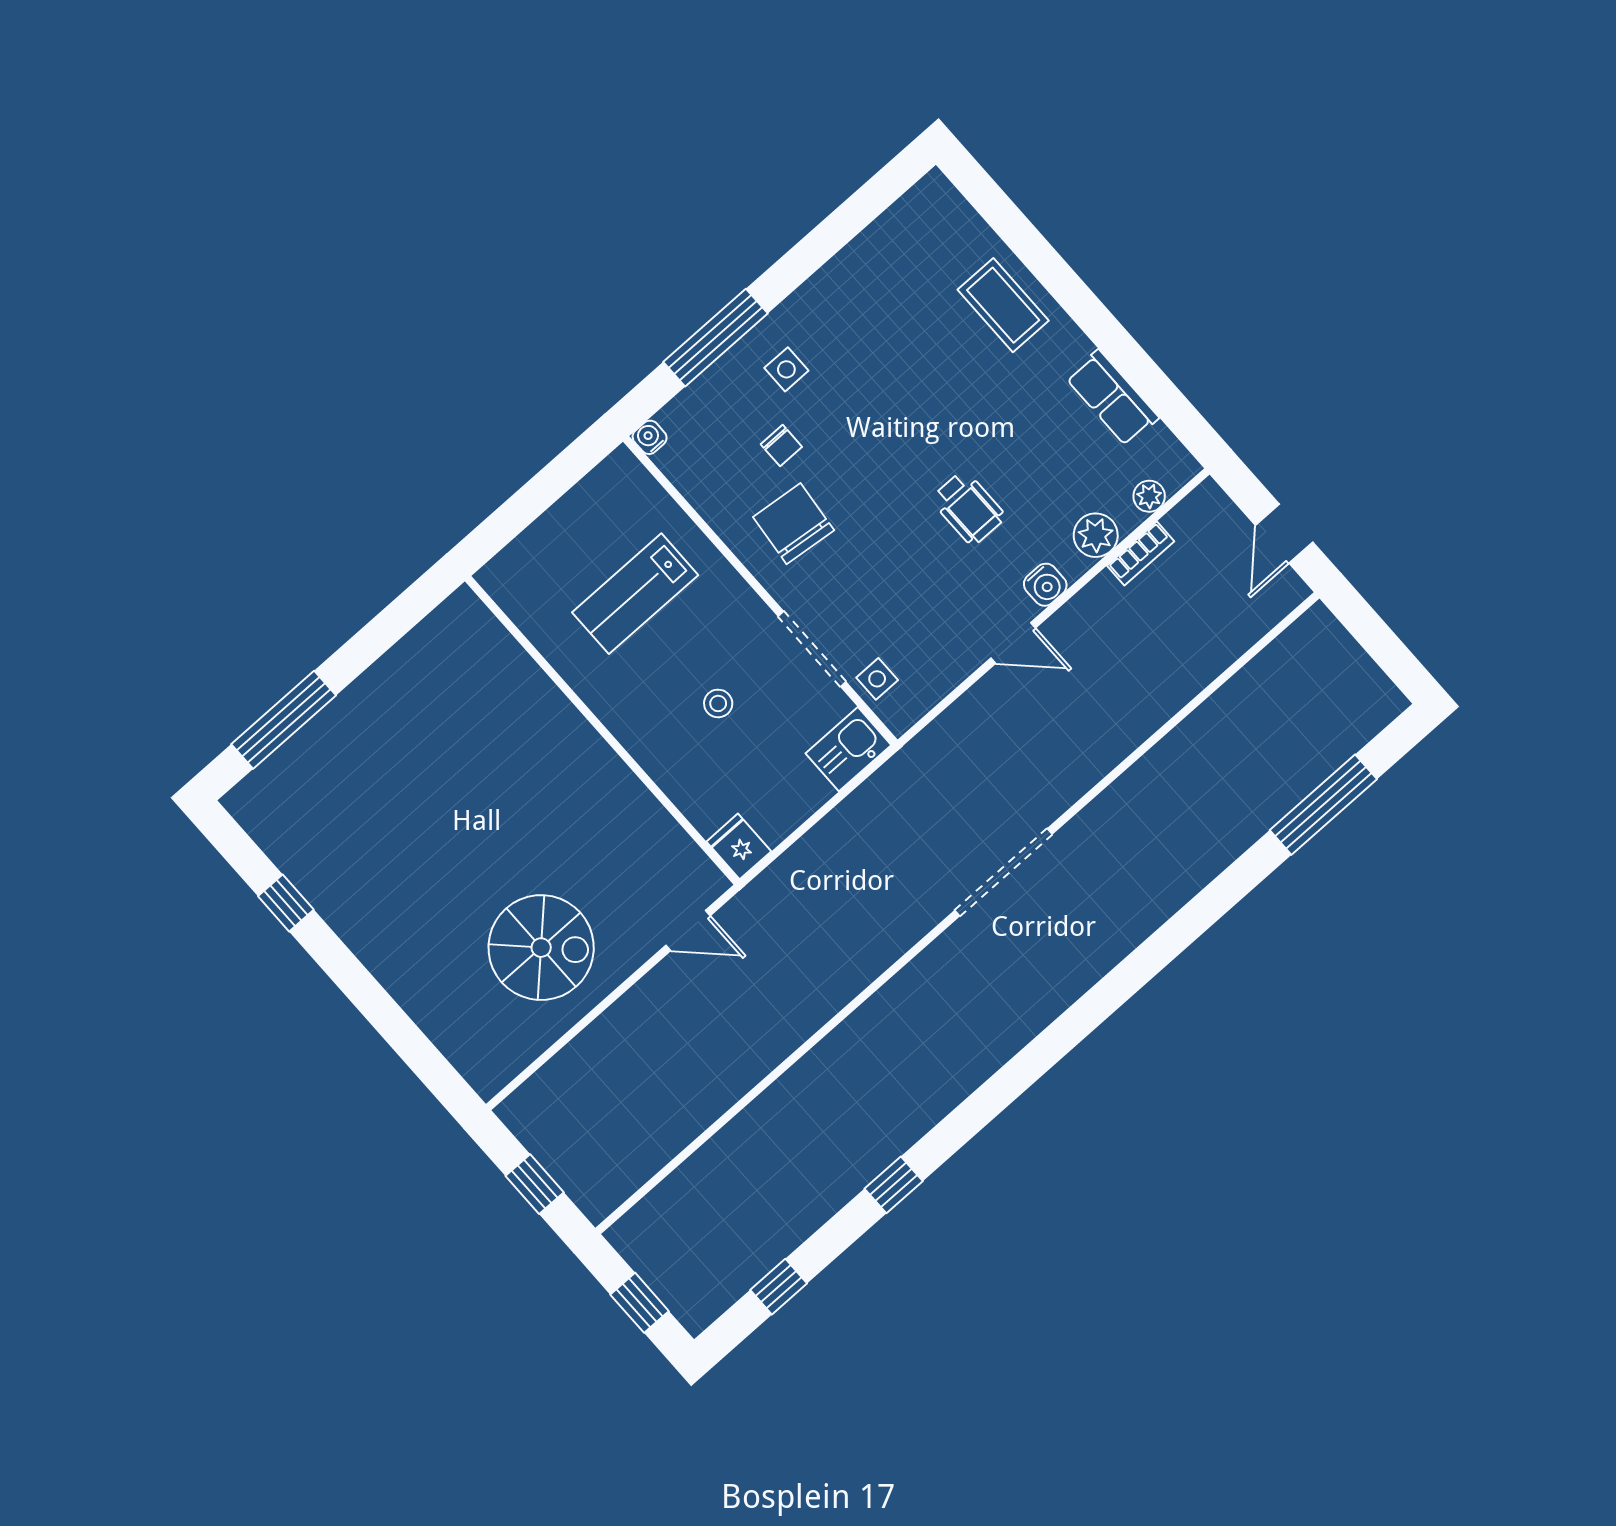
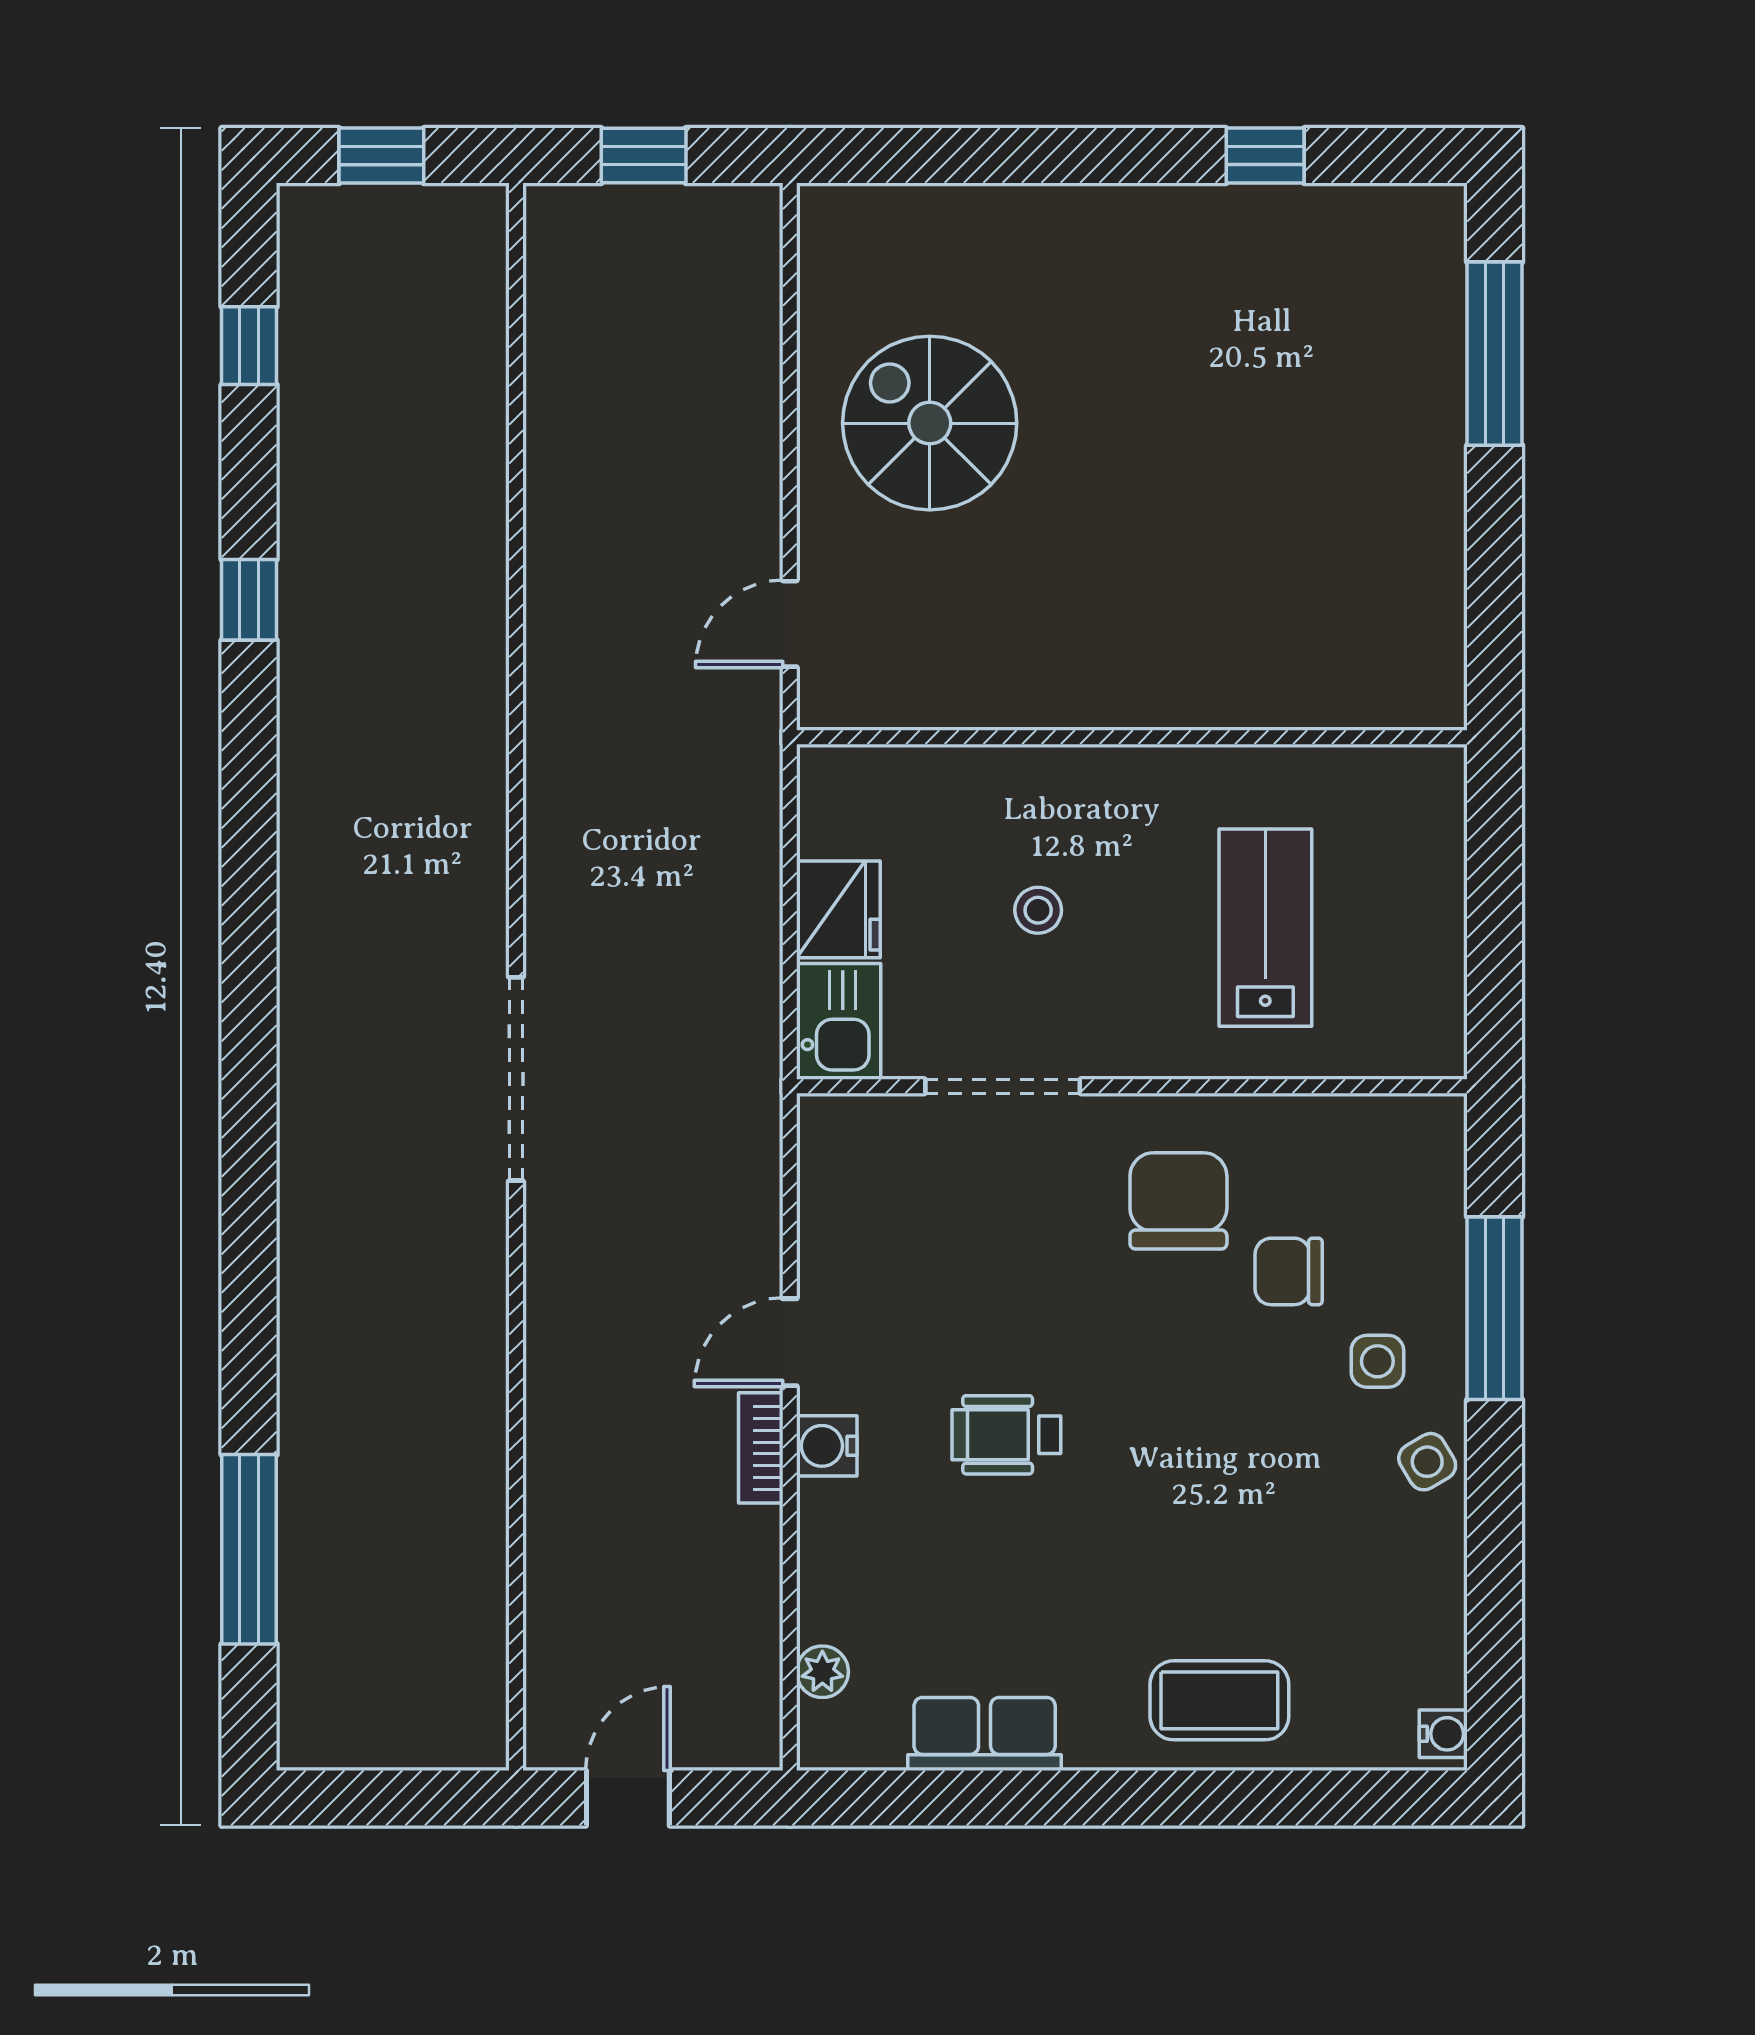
water cooler: (650, 437) -> (1443, 1734), moved
chair: (781, 445) -> (1289, 1271), width x1.37, depth x1.37
chair: (794, 524) -> (1178, 1201), turned -96
door: (1284, 534) -> (628, 1798), hinge flipped
plant: (1096, 535) -> (833, 1563), removed
bookcase: (1141, 553) -> (761, 1448), moved
side table: (877, 679) -> (1427, 1462), moved, turned -31
fridge: (739, 846) -> (838, 909), moved, width x1.38
spiral stairs: (541, 948) -> (930, 423), turned 90

